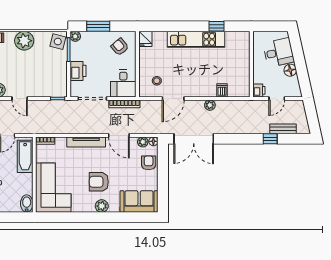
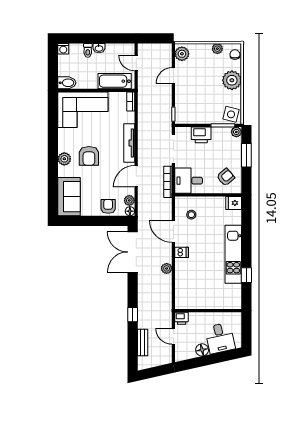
dishwasher: (222, 90) -> (182, 252), moved
window: (270, 139) -> (133, 315), moved
armchair: (149, 163) -> (108, 206), turned -90
armchair: (99, 182) -> (89, 156), turned 180

